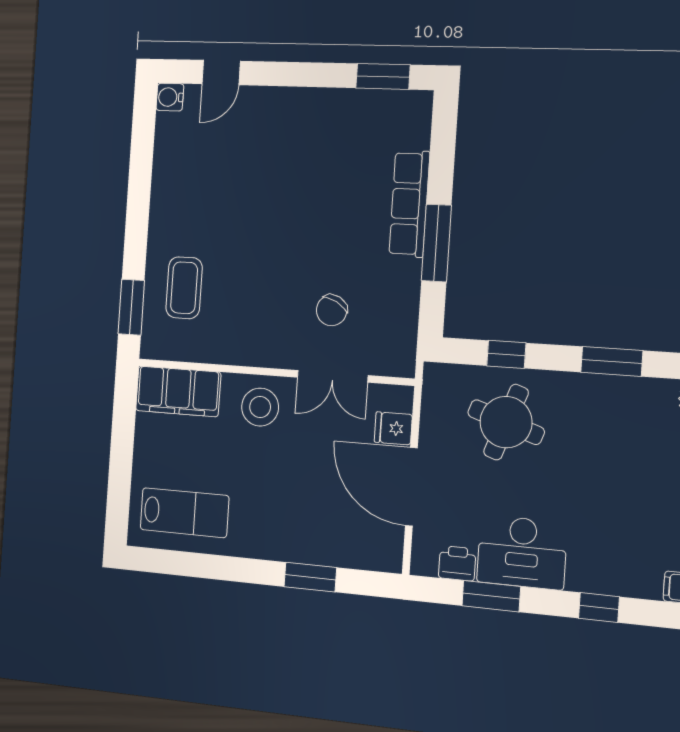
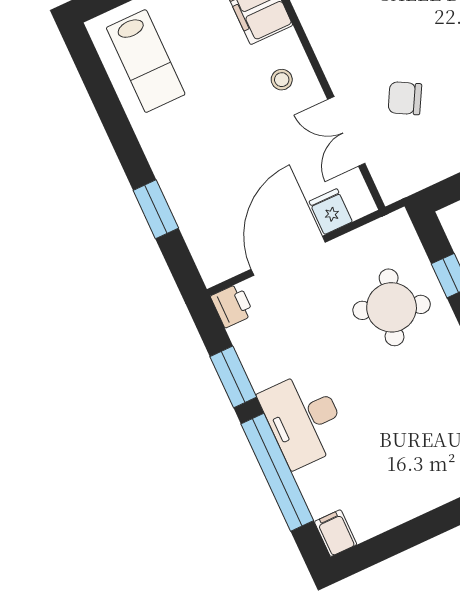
stool: (260, 407) -> (282, 80), width x0.53, depth x0.53
desk: (522, 552) -> (304, 419), moved
printer: (457, 563) -> (232, 306), moved
window: (599, 608) -> (277, 472), width x3.17

